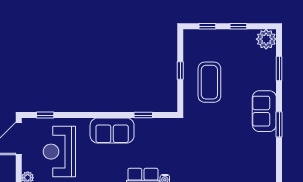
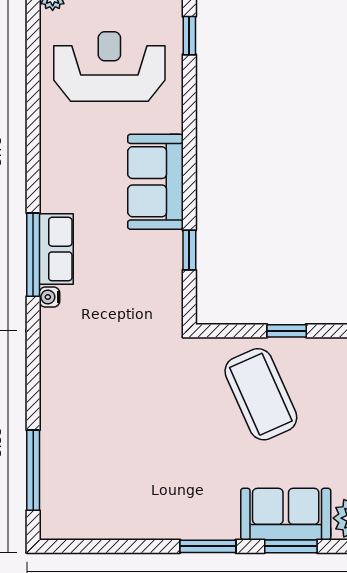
coffee table: (209, 82) -> (261, 394), turned 66
sofa: (264, 111) -> (286, 514), moved
window: (279, 124) -> (208, 546), moved

